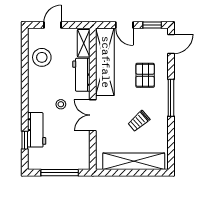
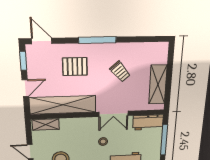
workbench: (81, 75) -> (148, 122), moved
shelving: (134, 161) -> (158, 85), width x0.68

